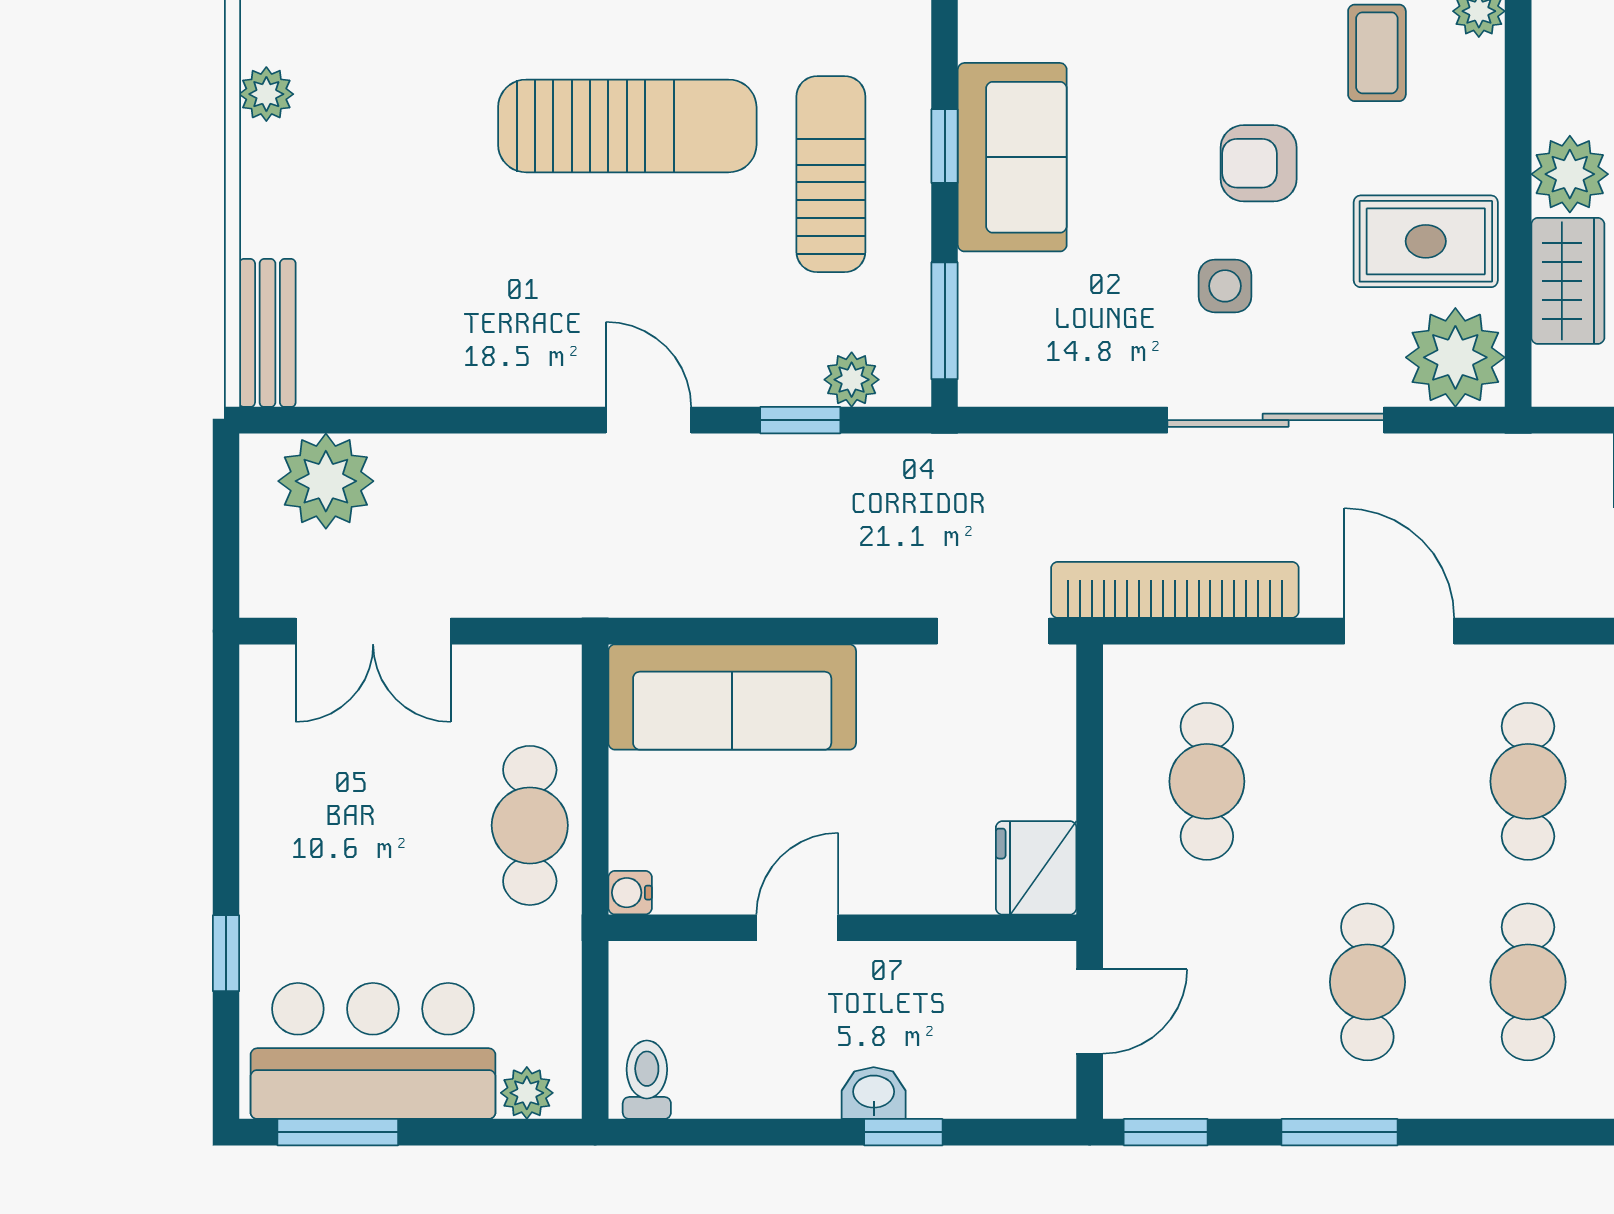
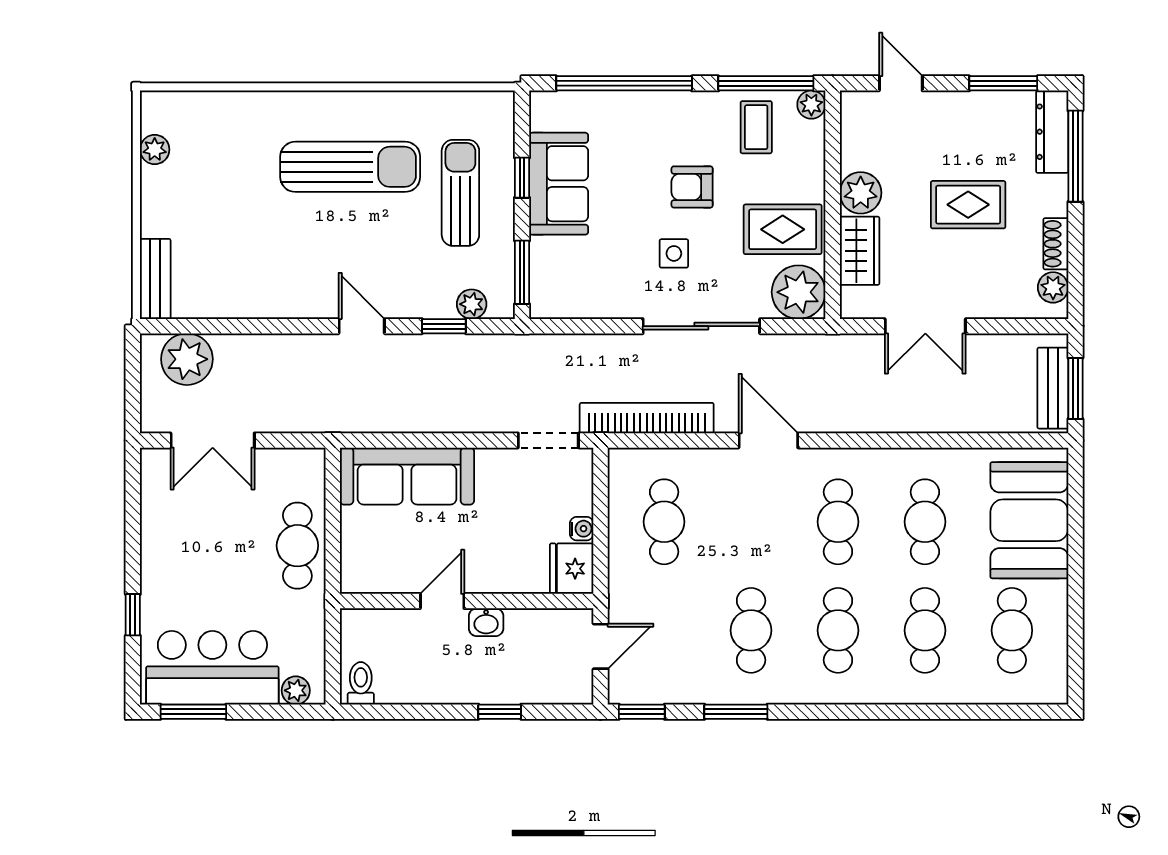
water cooler: (630, 893) -> (582, 529), moved, turned 180
washbasin: (874, 1093) -> (486, 622), moved, turned 180

